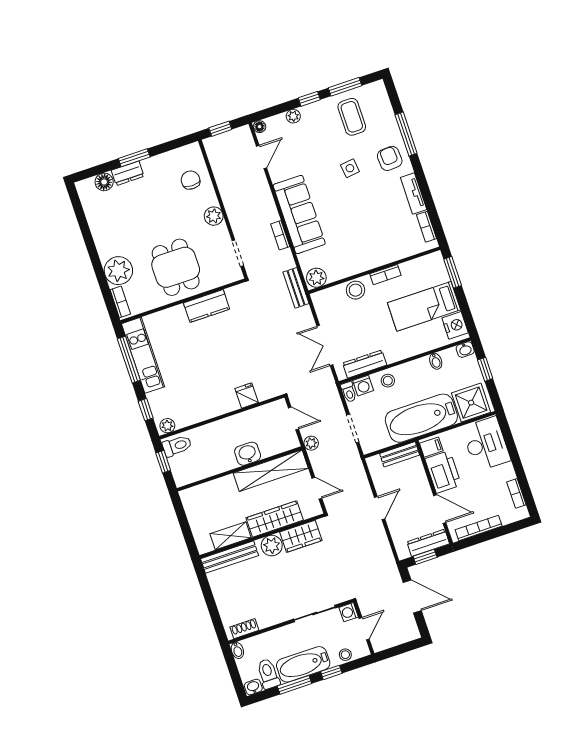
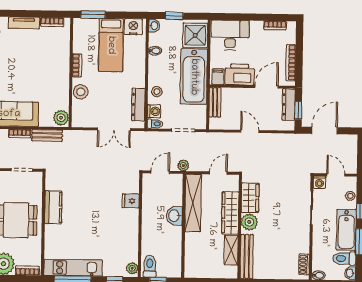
bench: (296, 288) -> (47, 135), moved

